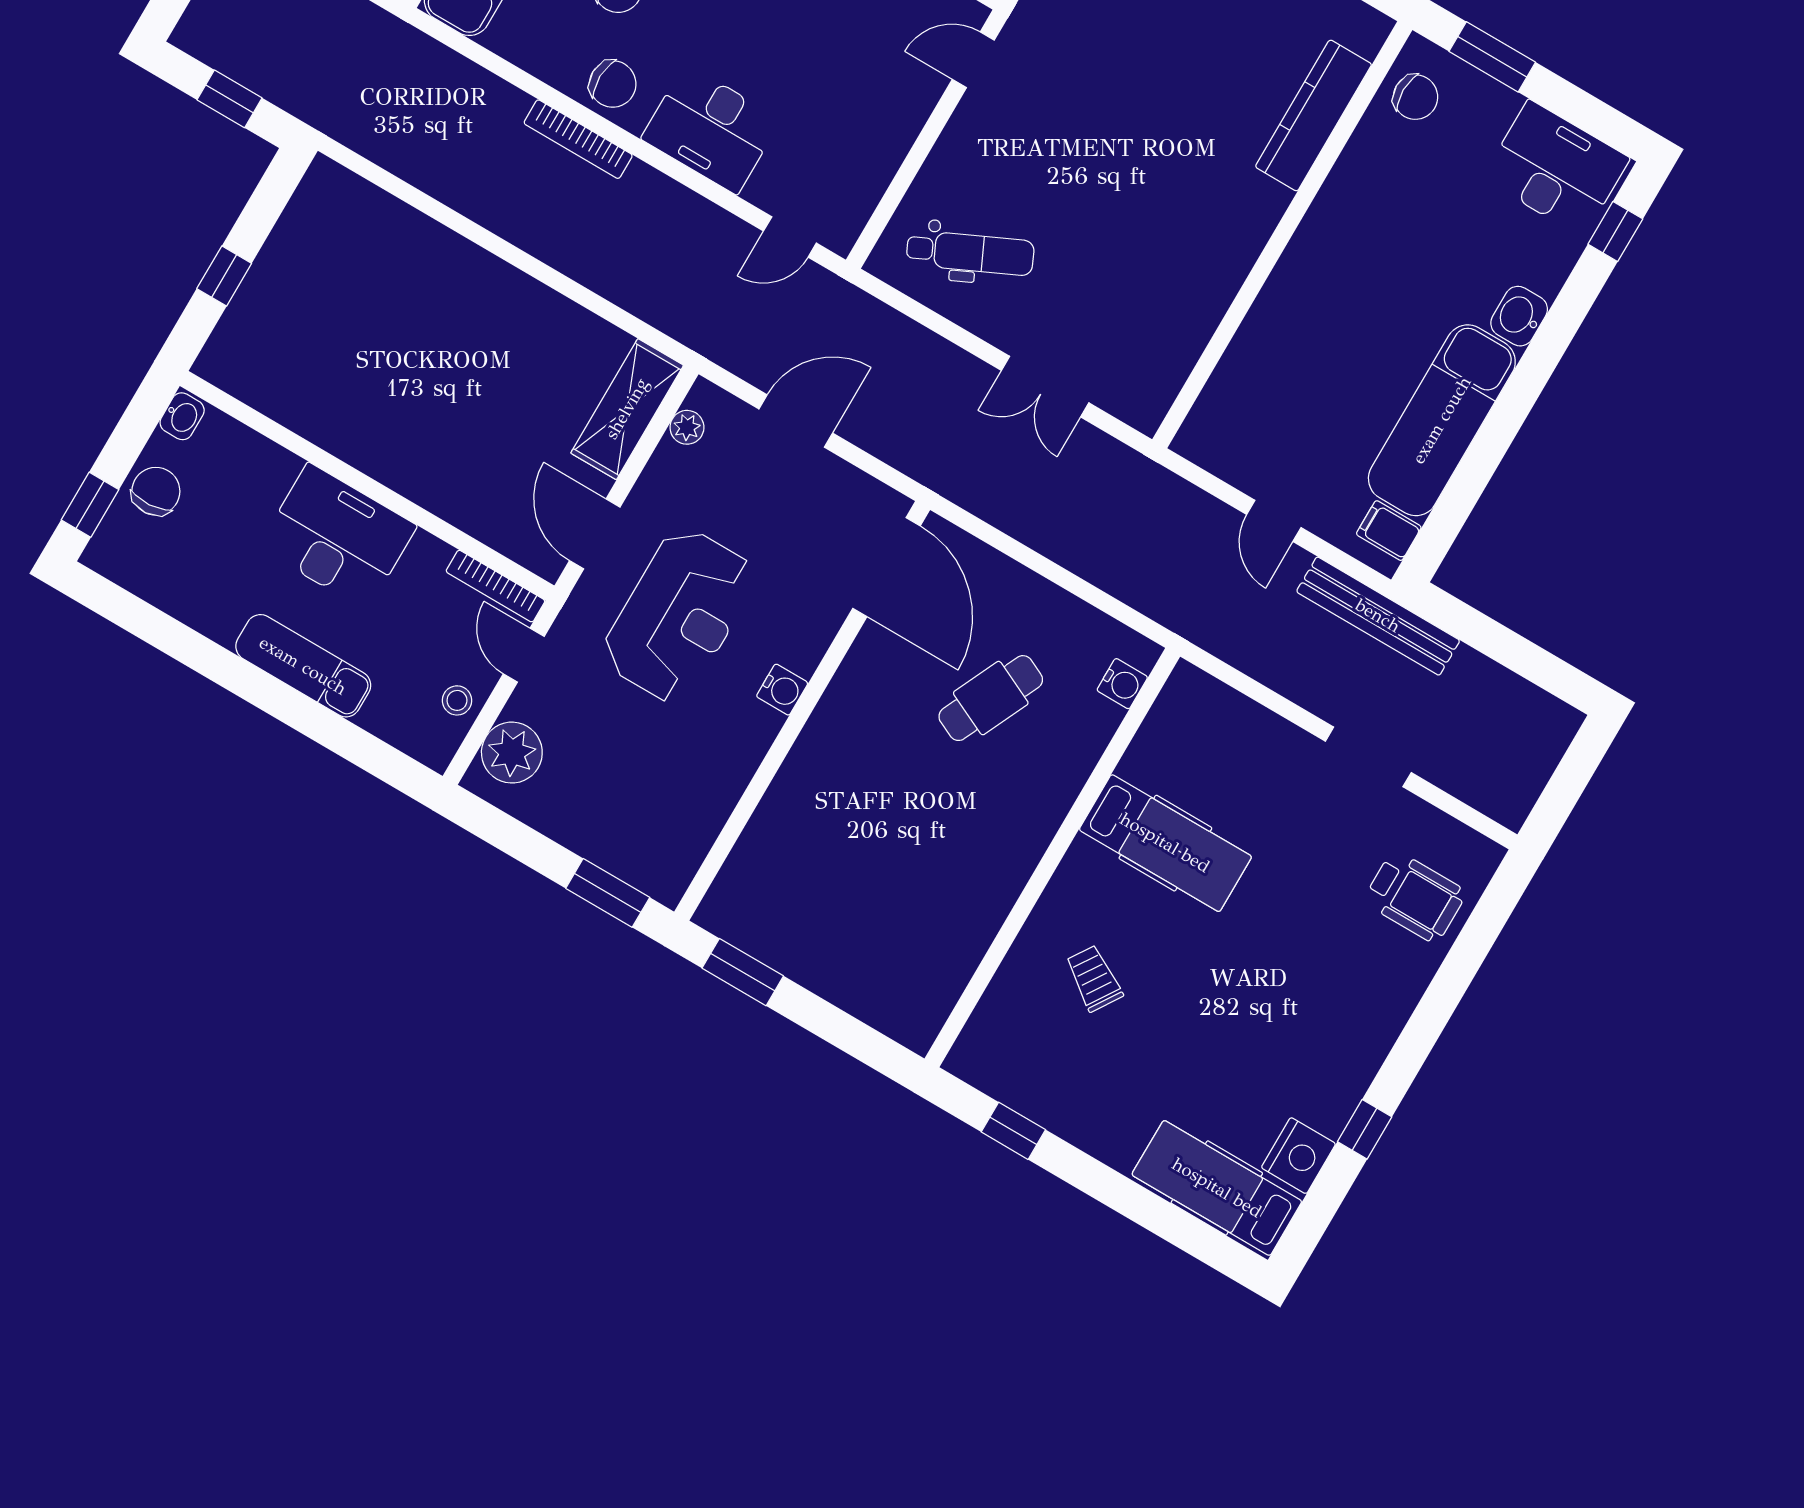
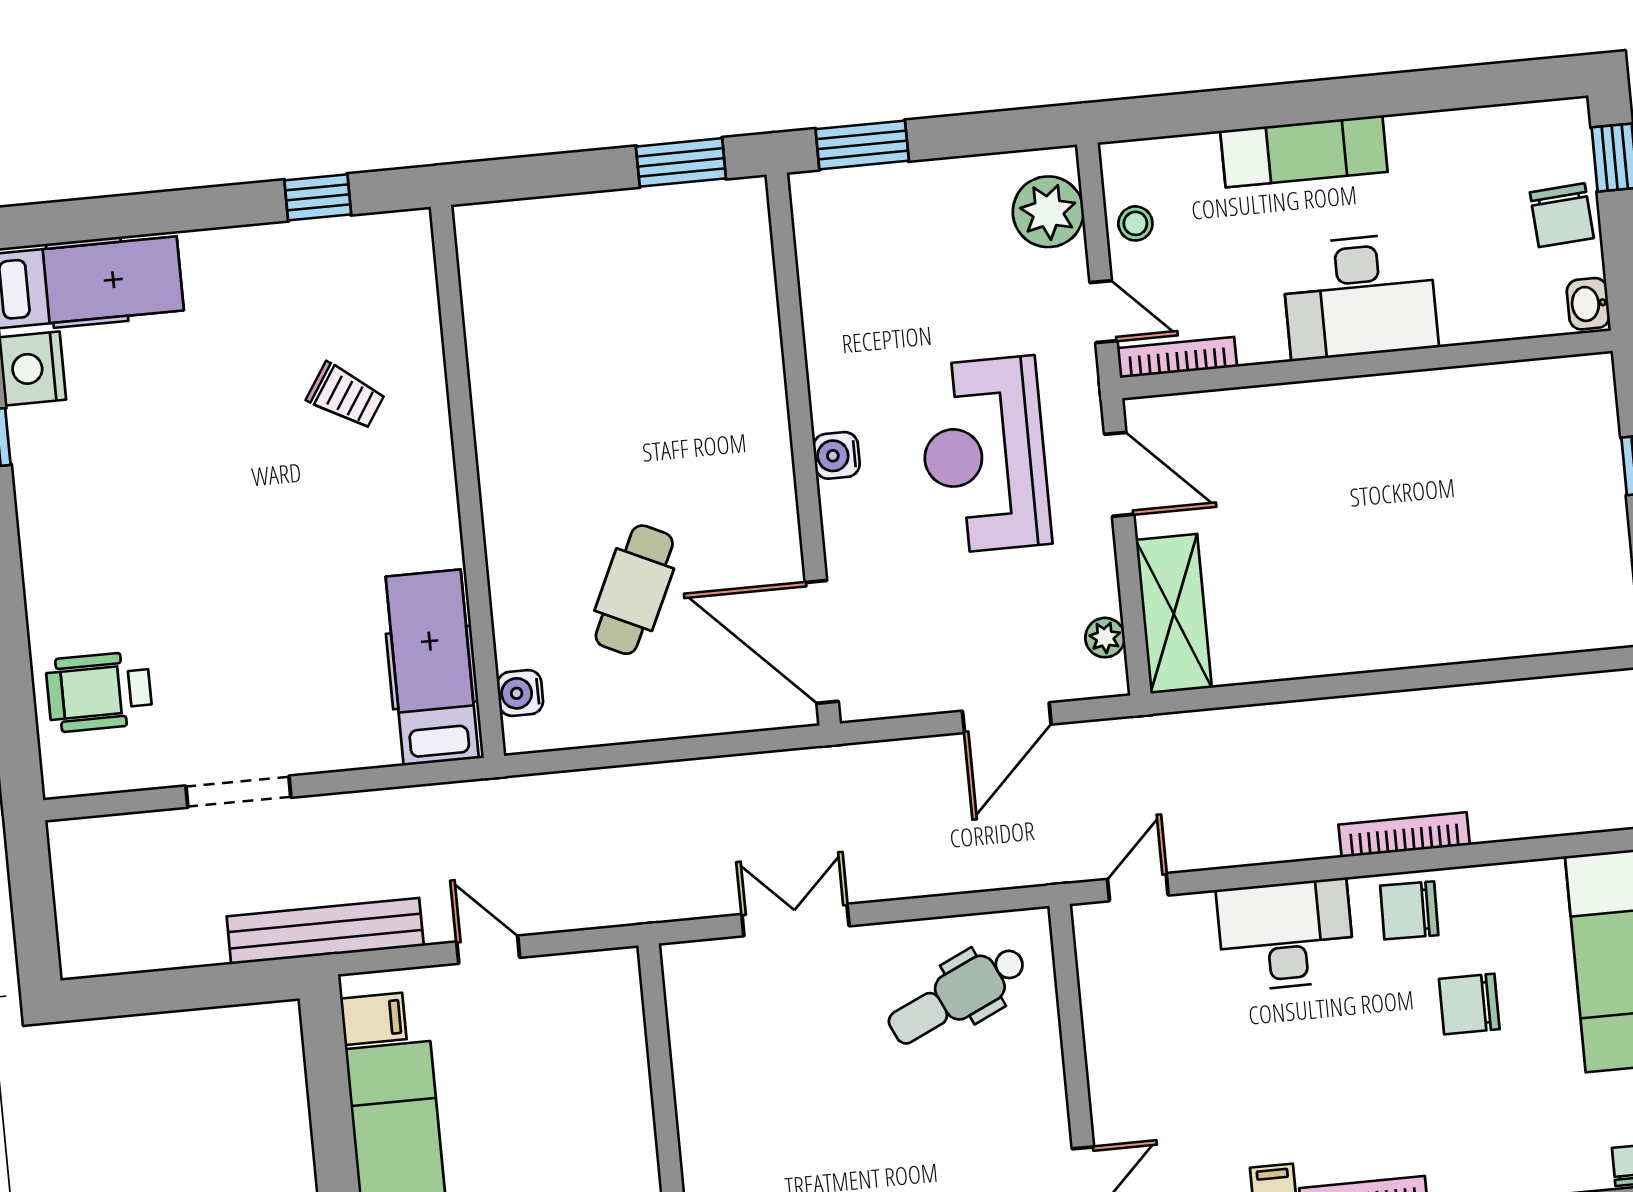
hospital bed: (1165, 843) -> (432, 668), moved, turned 90

